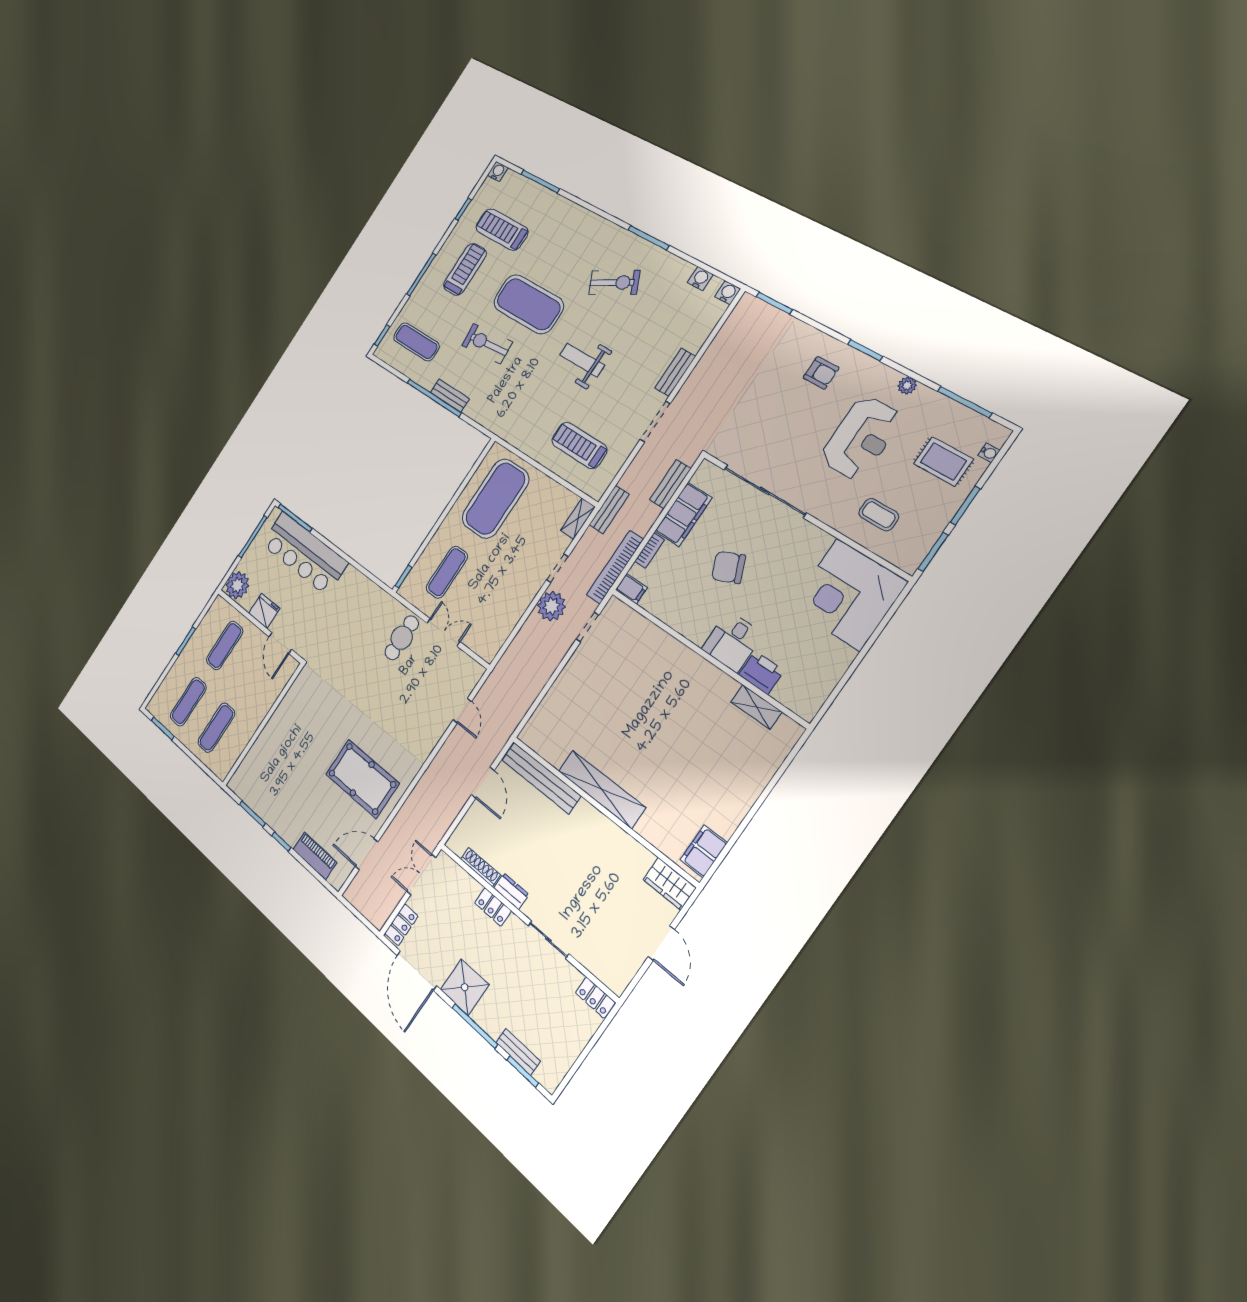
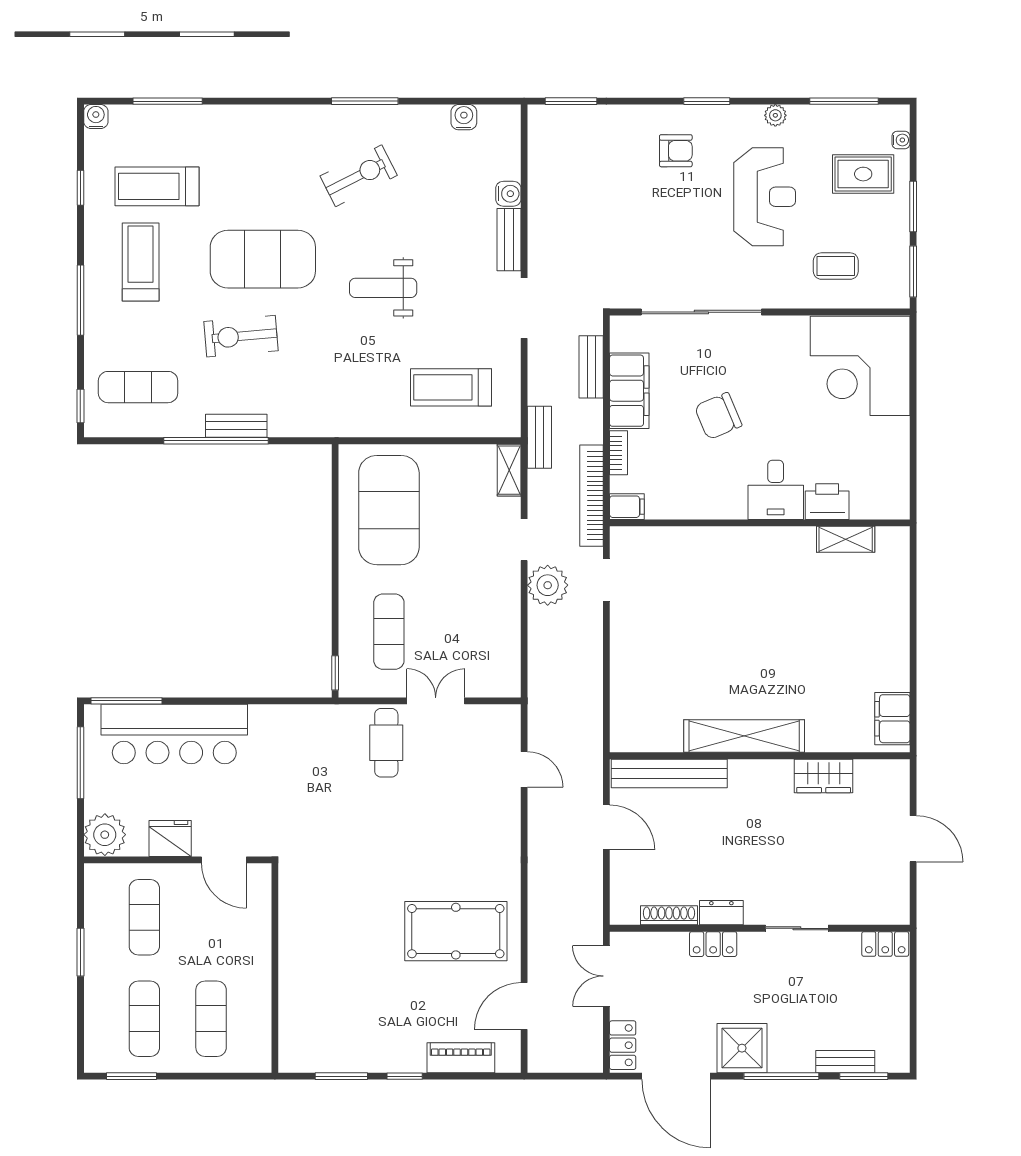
water cooler: (728, 293) -> (508, 194), moved, turned 90
wardrobe: (669, 884) -> (824, 776), moved

